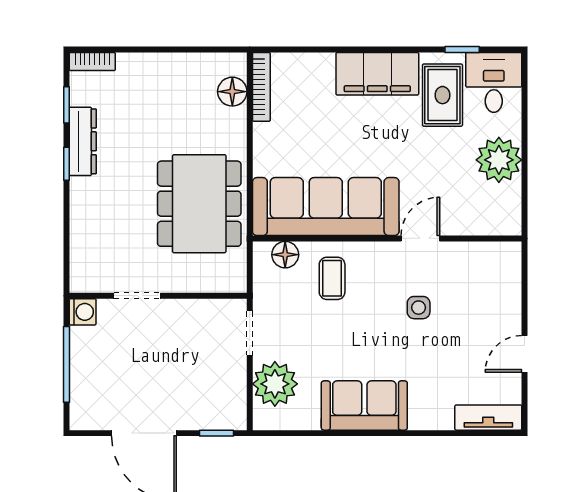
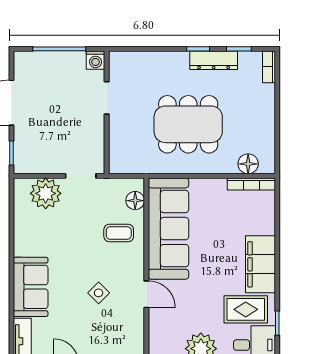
dining table: (199, 204) -> (188, 124), moved
side table: (419, 308) -> (99, 293), turned 45
sofa: (364, 405) -> (31, 287), moved

